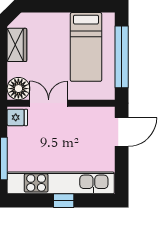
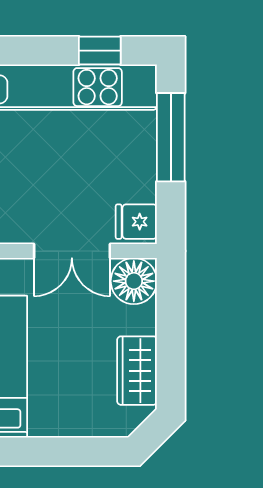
window: (64, 201) -> (100, 51), moved

